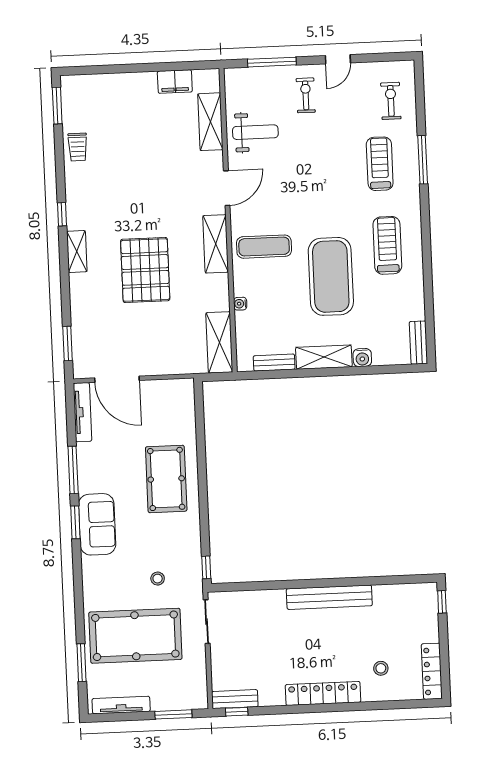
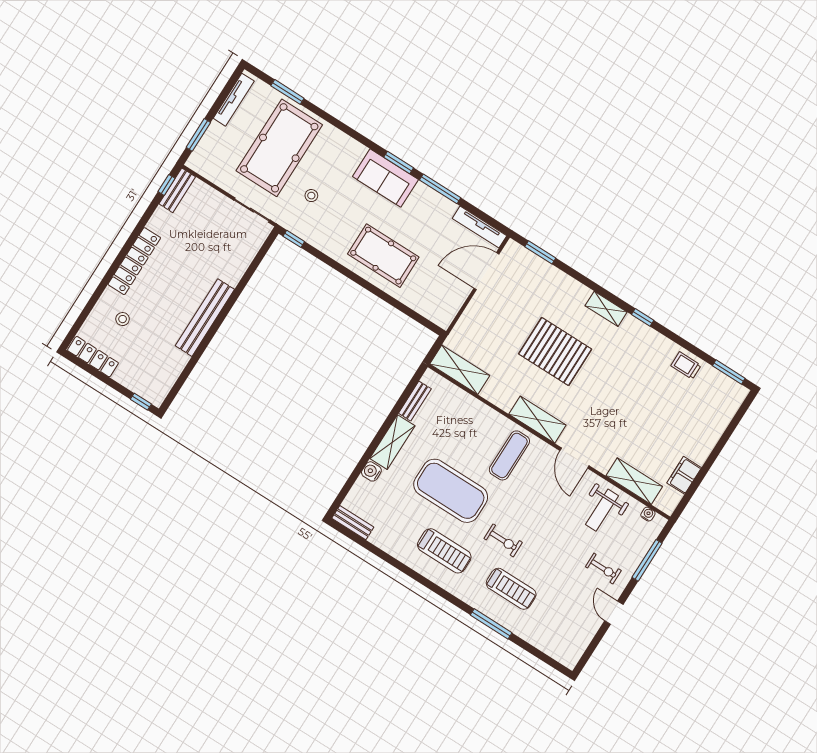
exercise bike: (391, 101) -> (503, 540), moved
water cooler: (240, 304) -> (648, 514), moved

